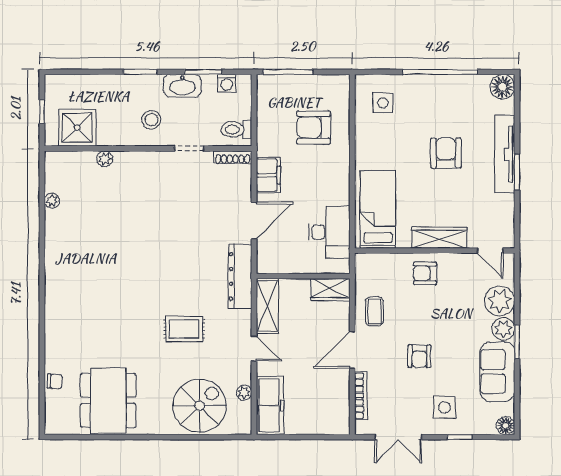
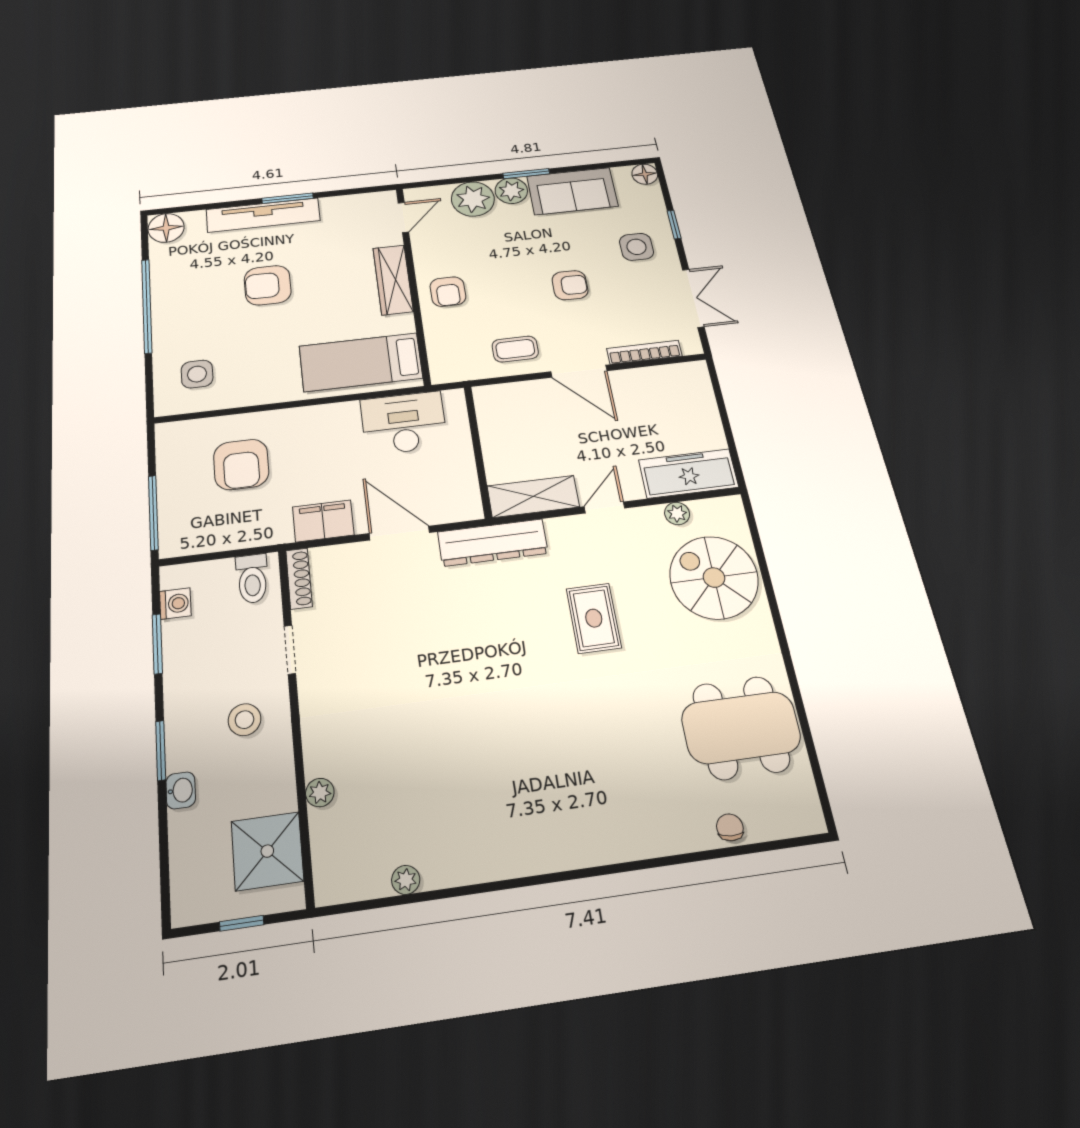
washbasin: (182, 86) -> (181, 790), moved, width x0.52, depth x0.69
wardrobe: (330, 290) -> (493, 411), removed

